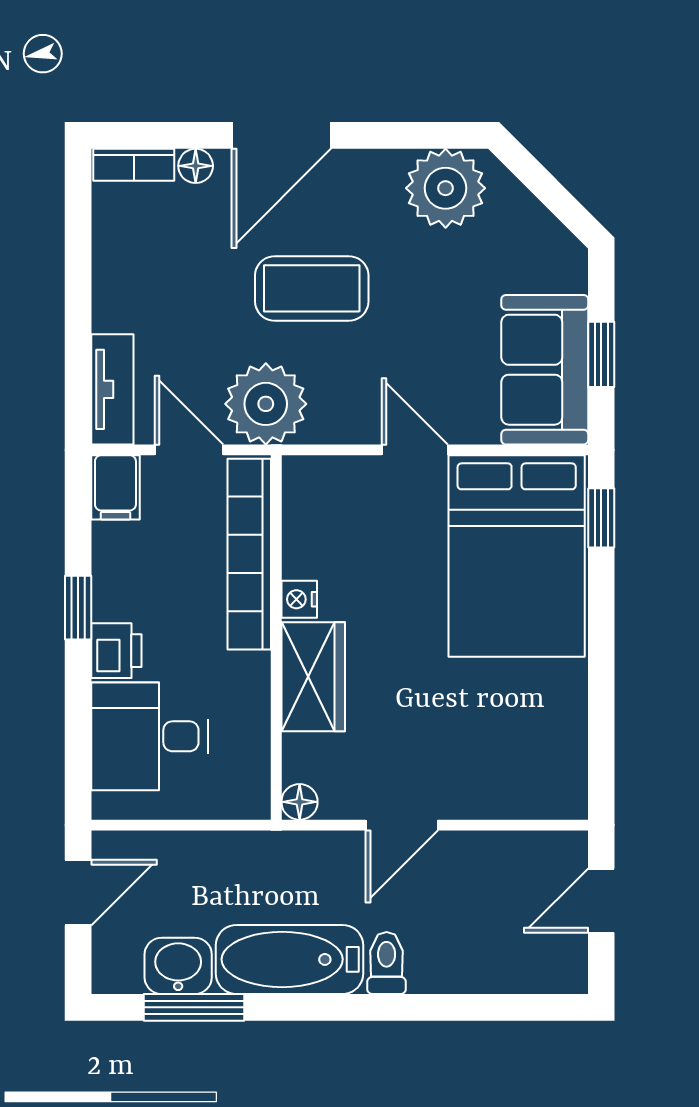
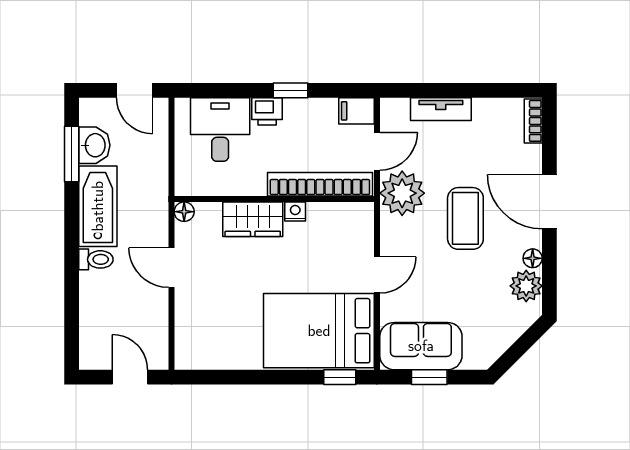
floor lamp: (196, 166) -> (533, 258), moved
plant: (446, 188) -> (526, 286), width x0.73, depth x0.73
tv unit: (112, 389) -> (441, 109), moved

